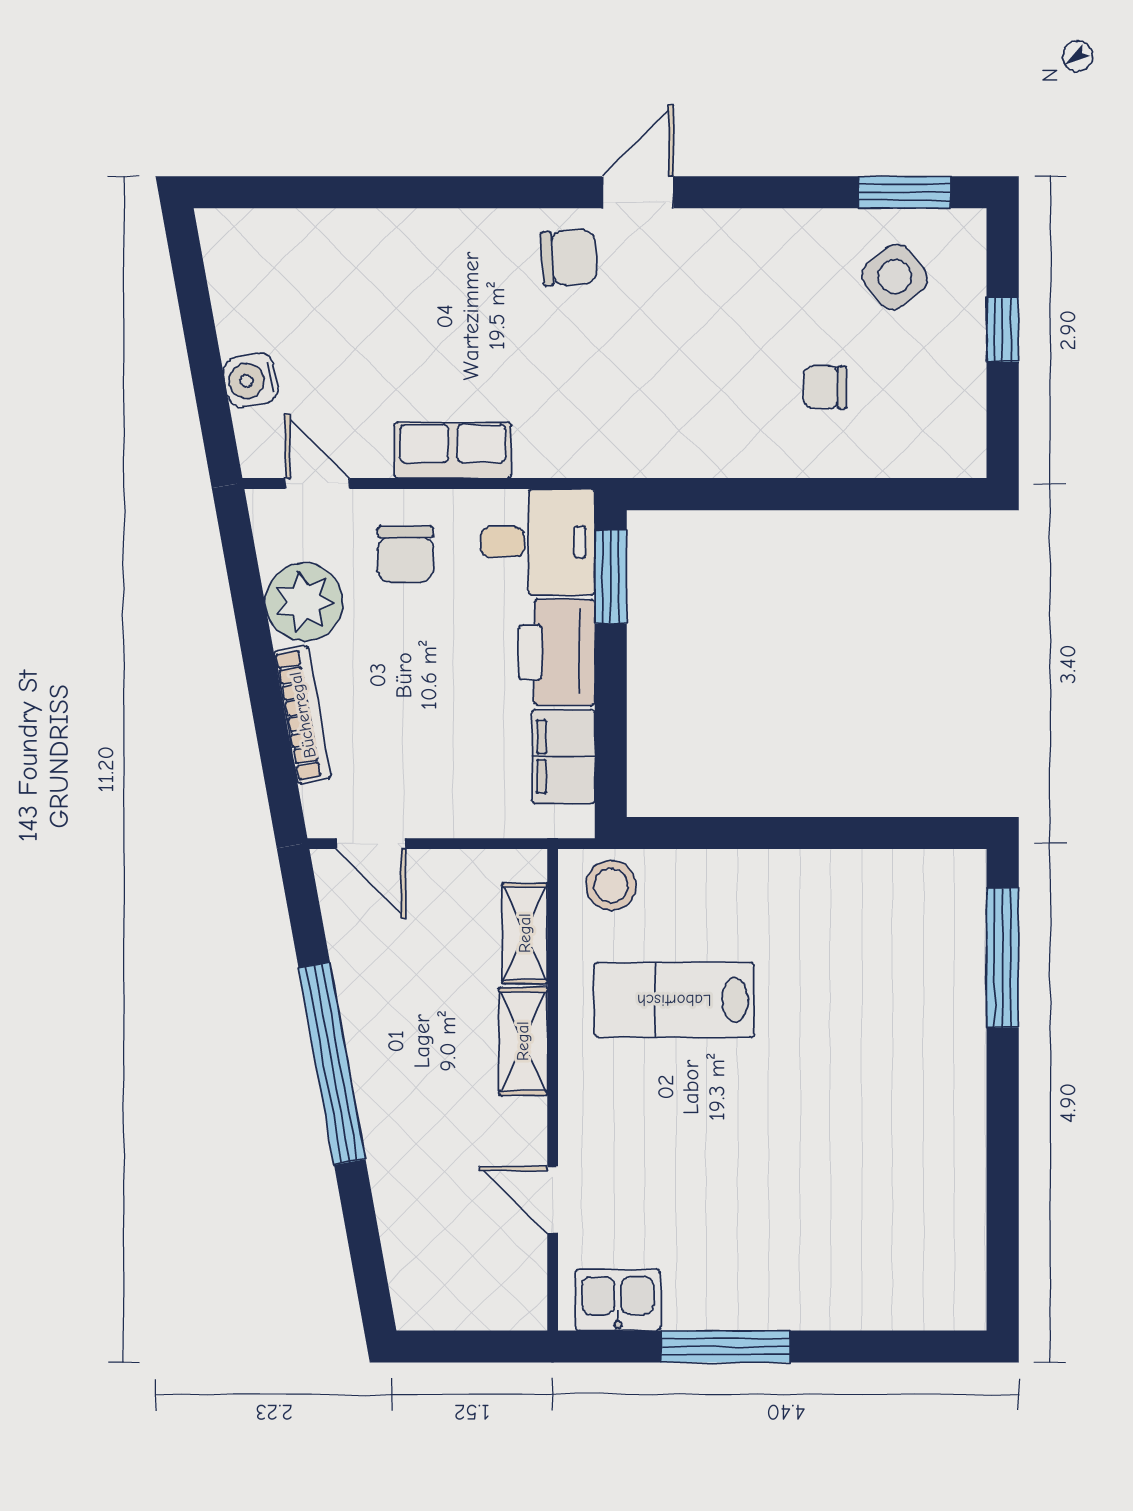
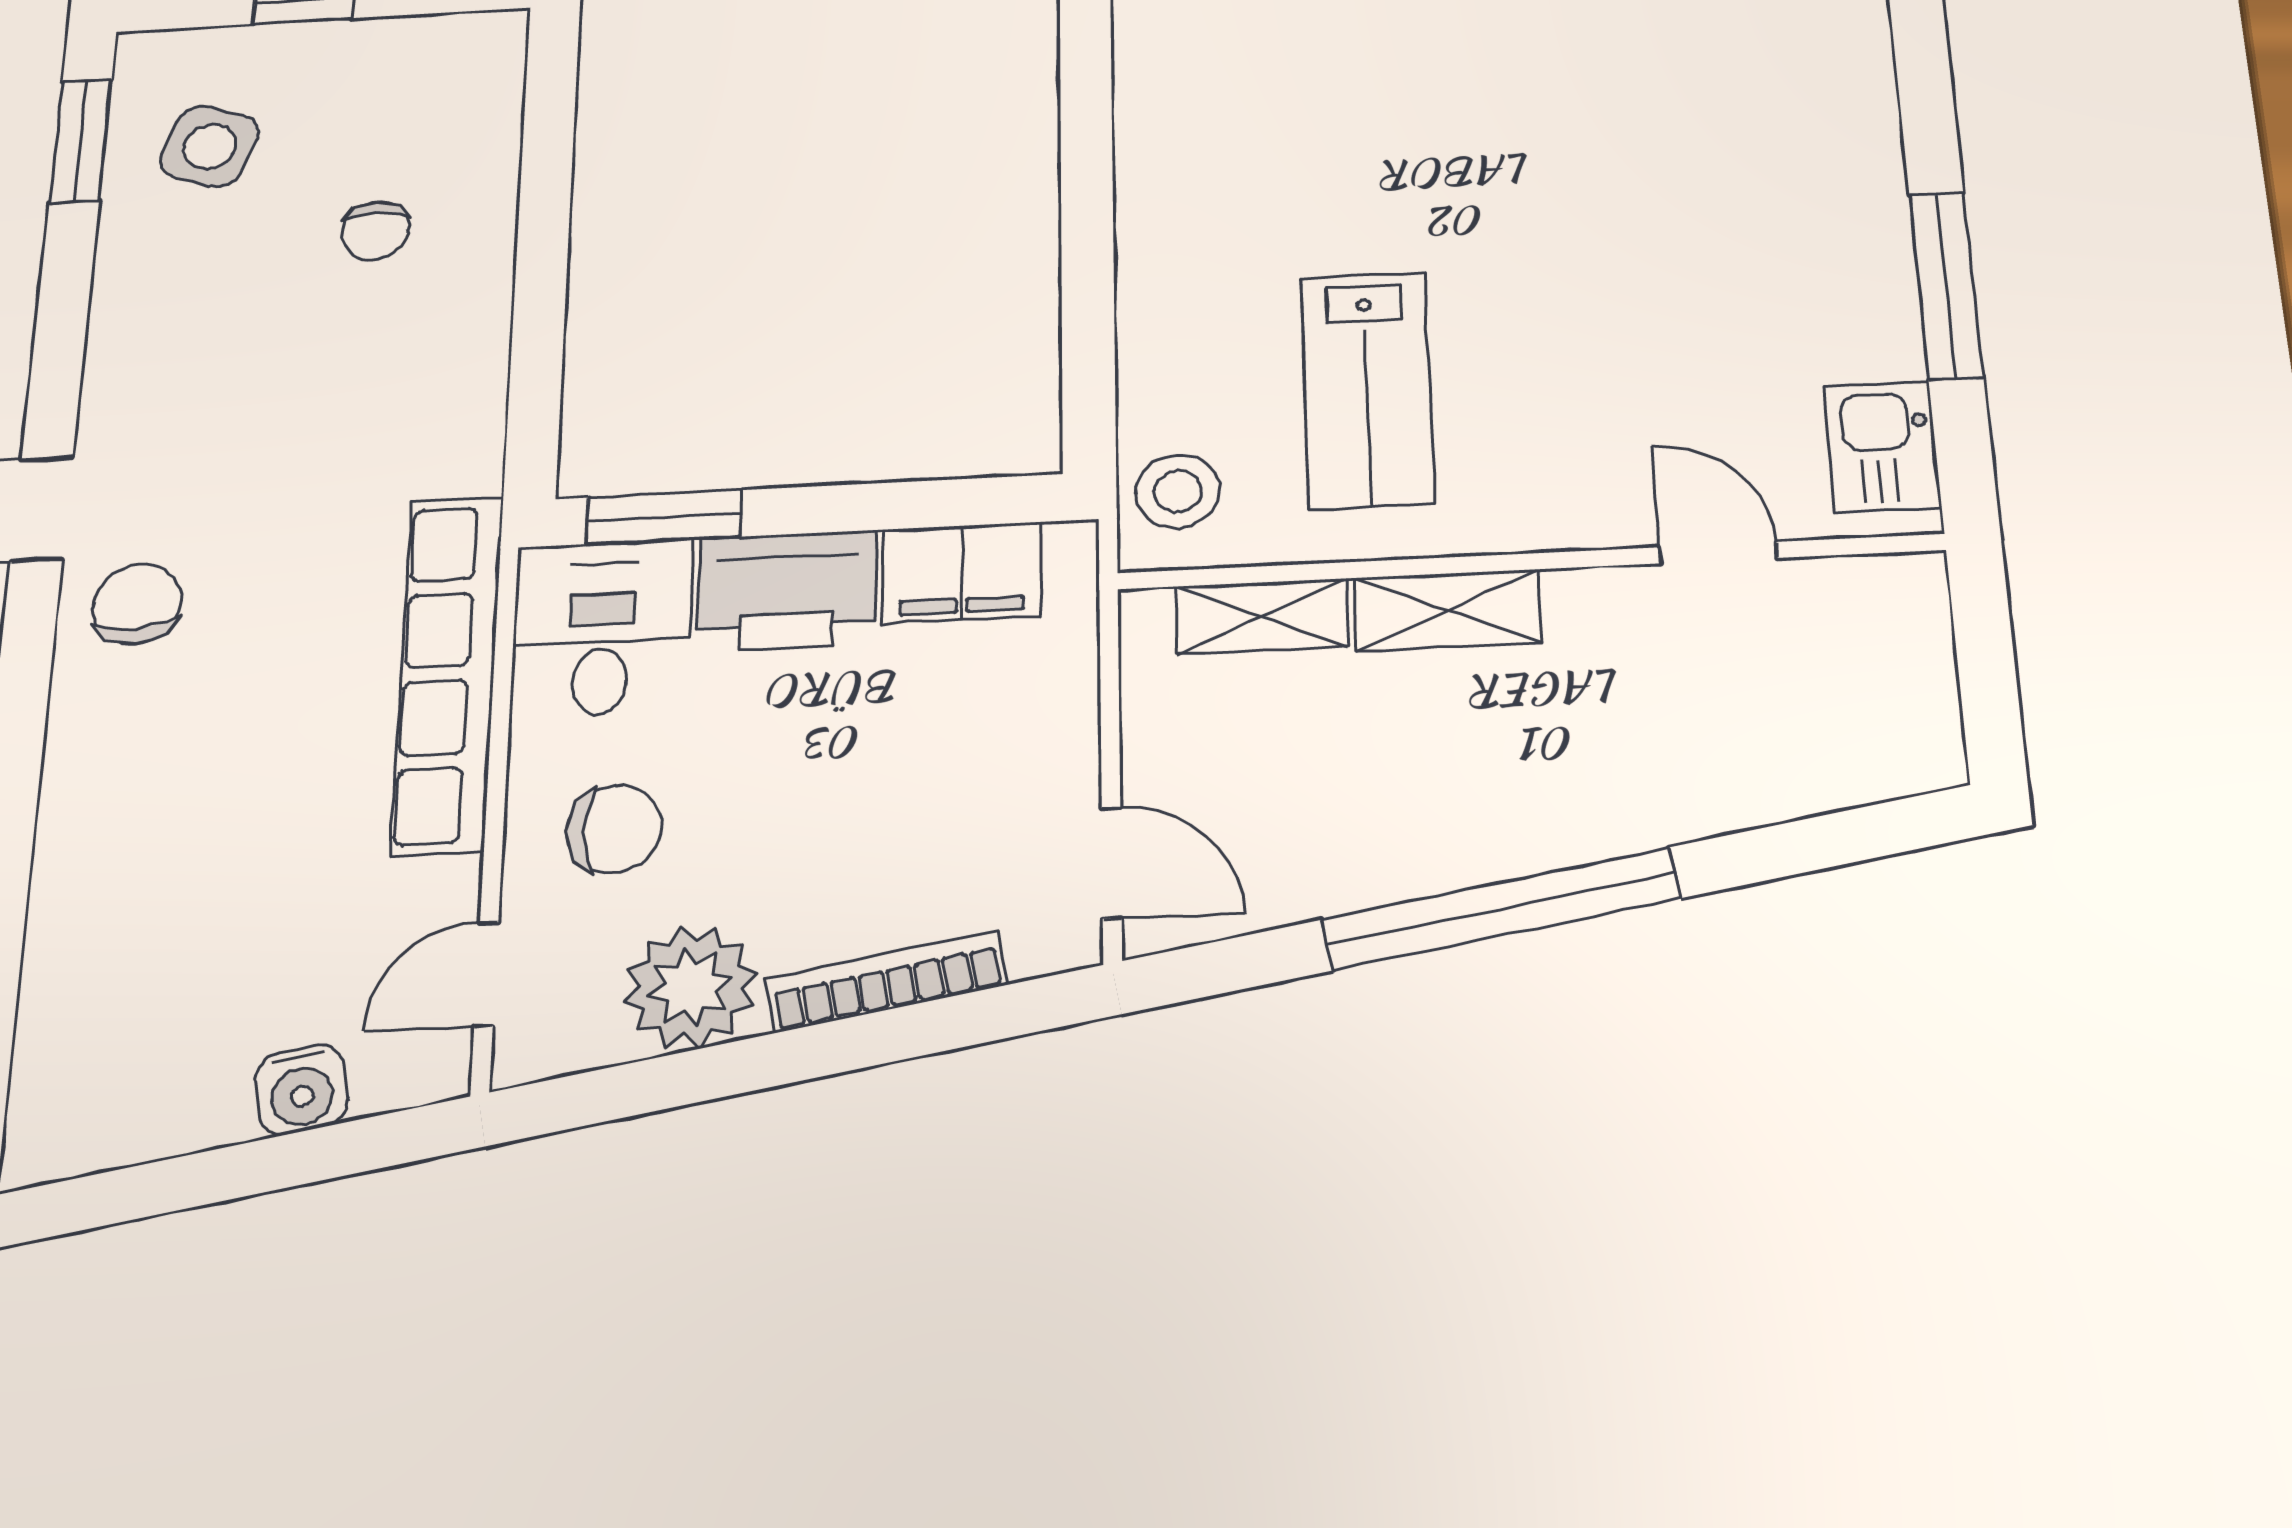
side table: (895, 277) -> (210, 147), turned -32
row of seats: (453, 450) -> (447, 673), width x2.02
door: (371, 844) -> (1112, 863), hinge flipped
door: (553, 1200) -> (1718, 553), swing flipped

